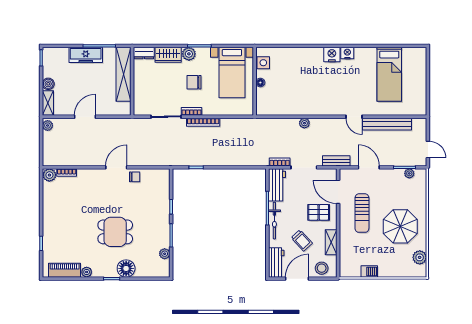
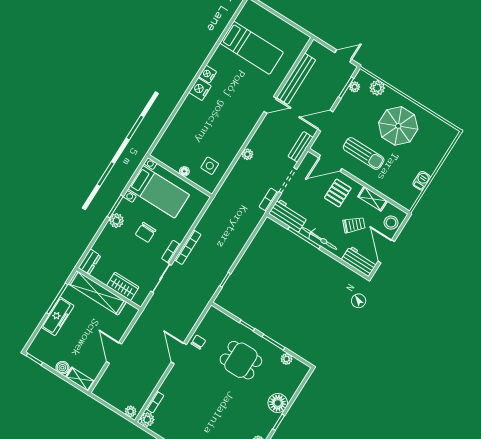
wardrobe: (168, 55) -> (123, 286), moved, turned -90
side table: (263, 63) -> (210, 166), moved
plant: (48, 125) -> (131, 411), moved
dining table: (115, 232) -> (241, 360), moved, turned 90
plant: (420, 257) -> (377, 88), moved

